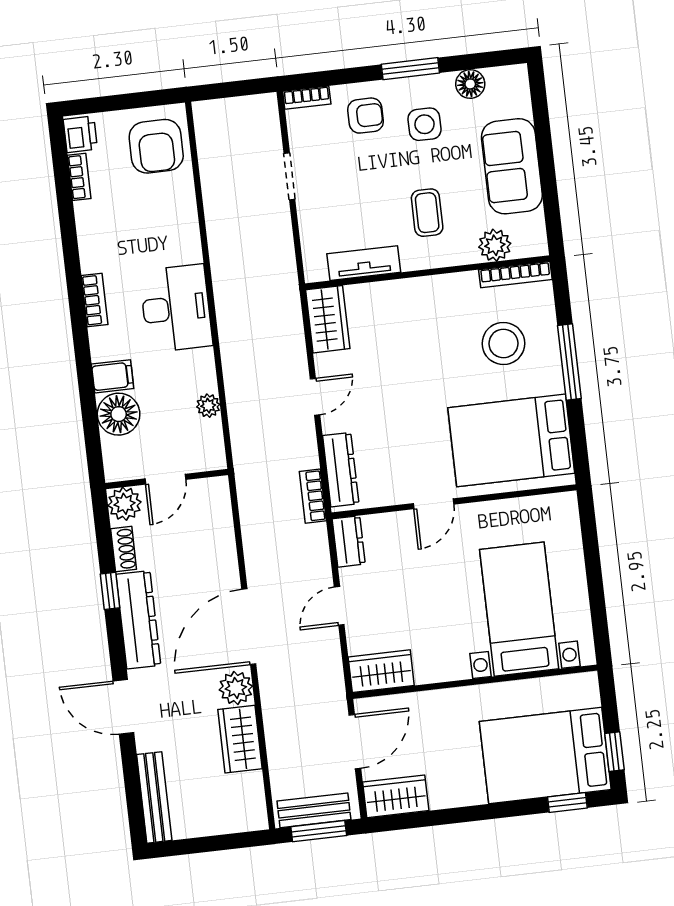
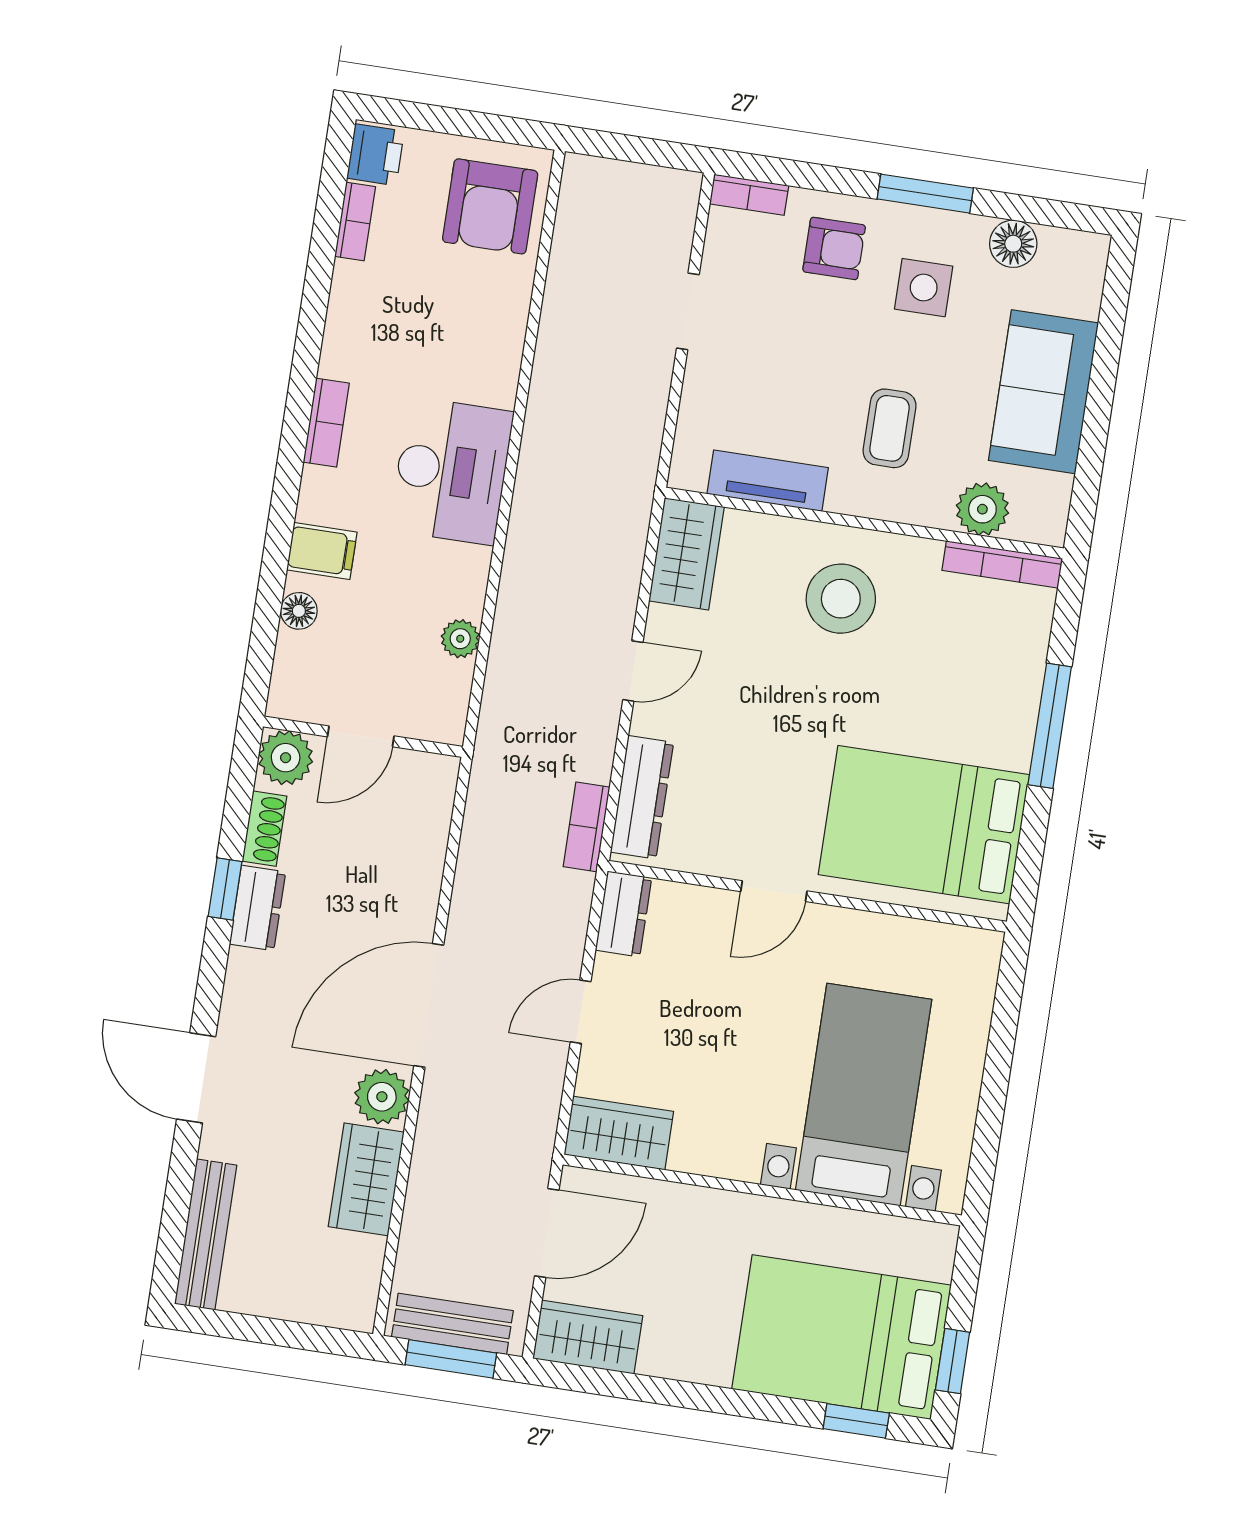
stool: (503, 343) -> (841, 599), moved
floor lamp: (119, 414) -> (299, 611), width x0.53, depth x0.53
dresser: (138, 620) -> (258, 908), width x0.51, depth x0.80

